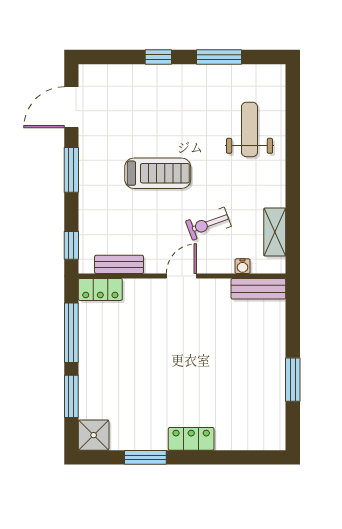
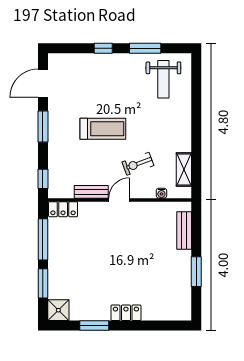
weight bench: (249, 129) -> (163, 79), moved, turned 180
bench: (119, 264) -> (91, 192), moved
bench: (258, 289) -> (184, 231), moved, turned 90

